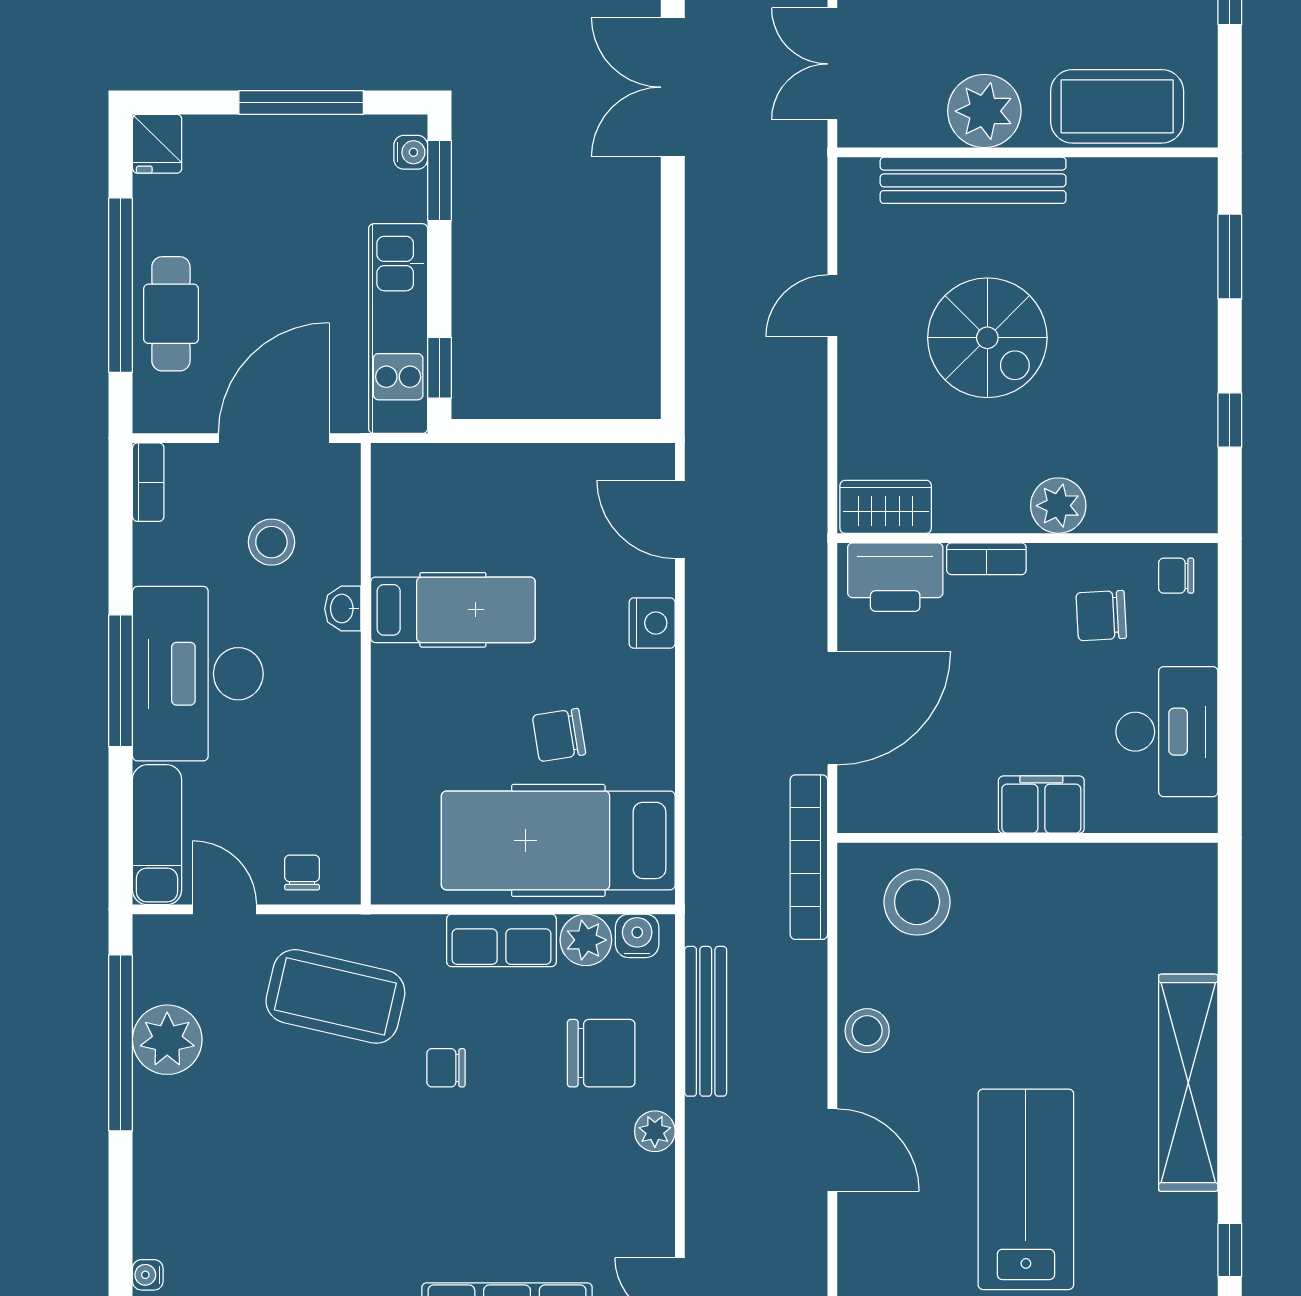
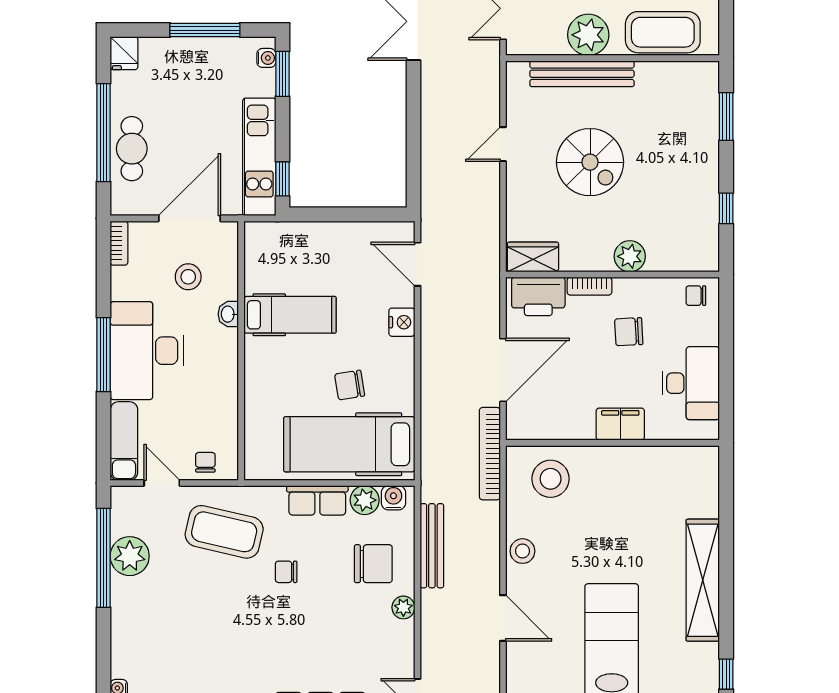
chair: (1101, 616) -> (629, 332), moved

